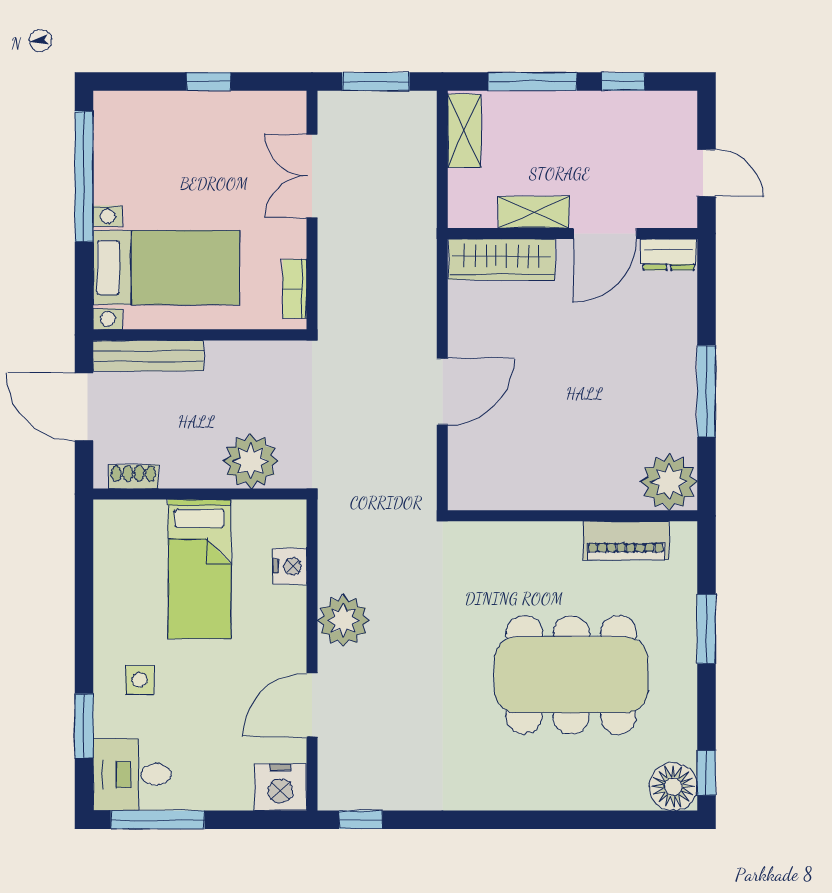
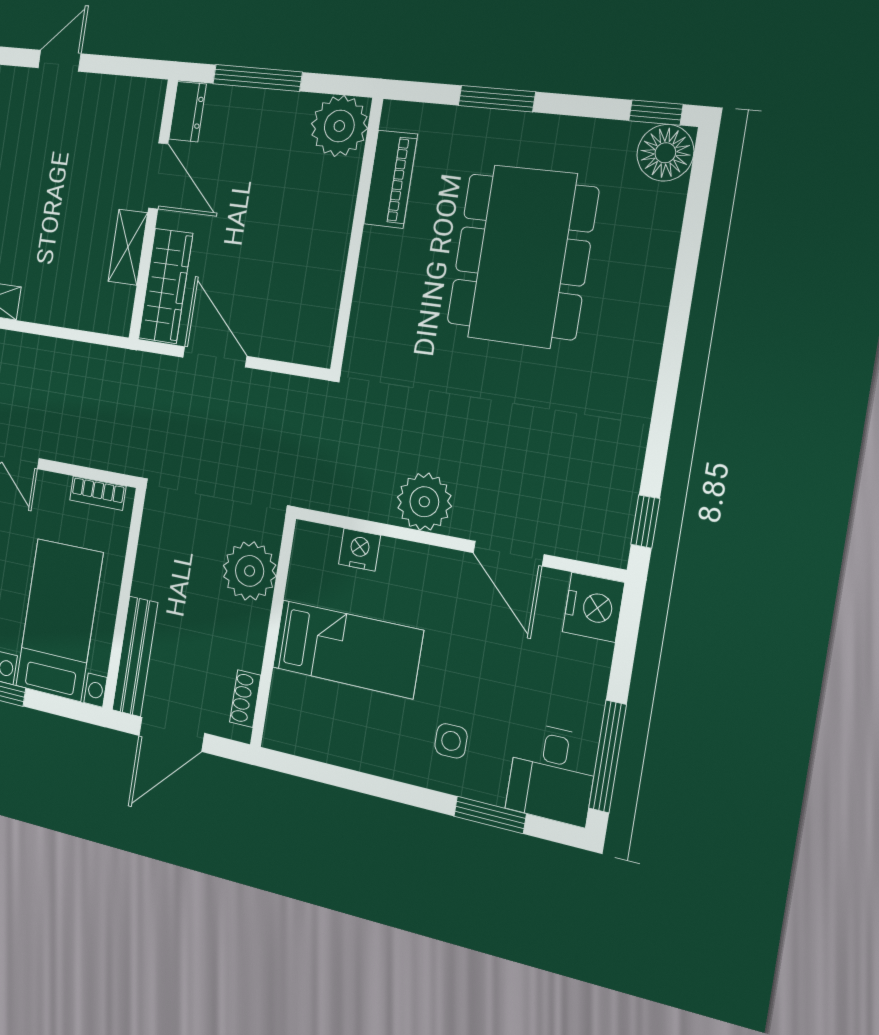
shelving: (534, 212) -> (128, 247), moved
wall: (573, 233) -> (153, 210), moved
door: (605, 233) -> (158, 176), moved
dresser: (669, 255) -> (188, 112), moved
wardrobe: (502, 259) -> (166, 286), moved

